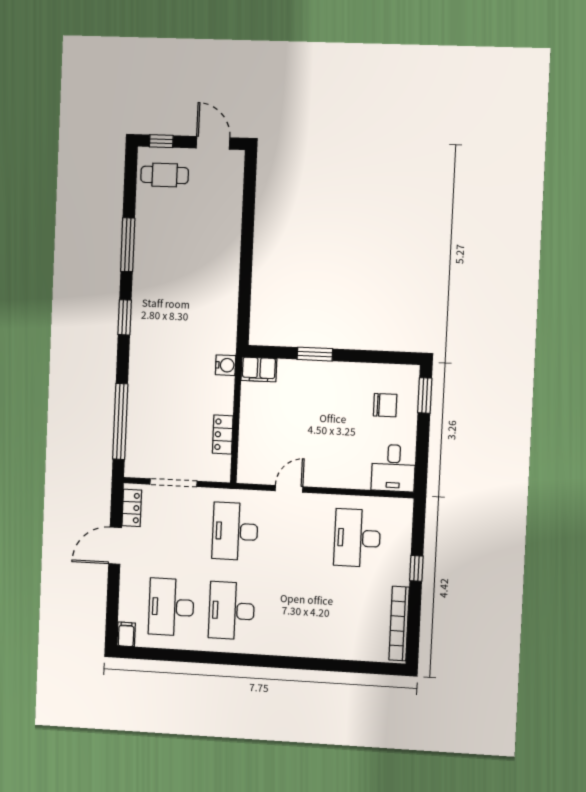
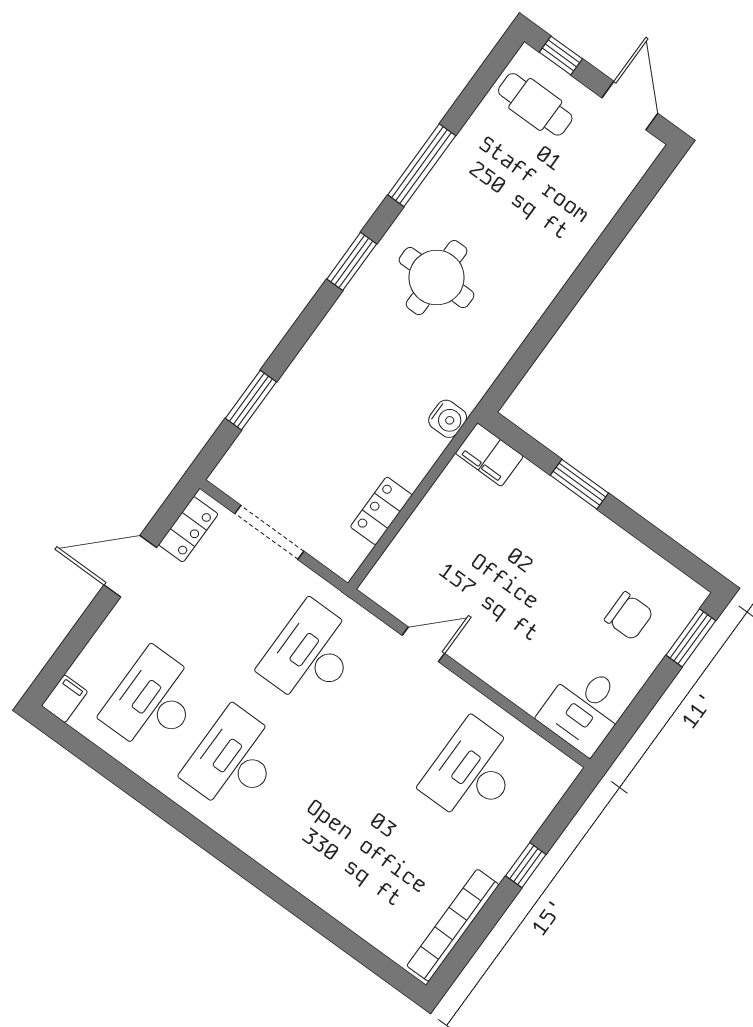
round table: (173, 297) -> (437, 278), added
window: (120, 422) -> (251, 400), width x0.47

